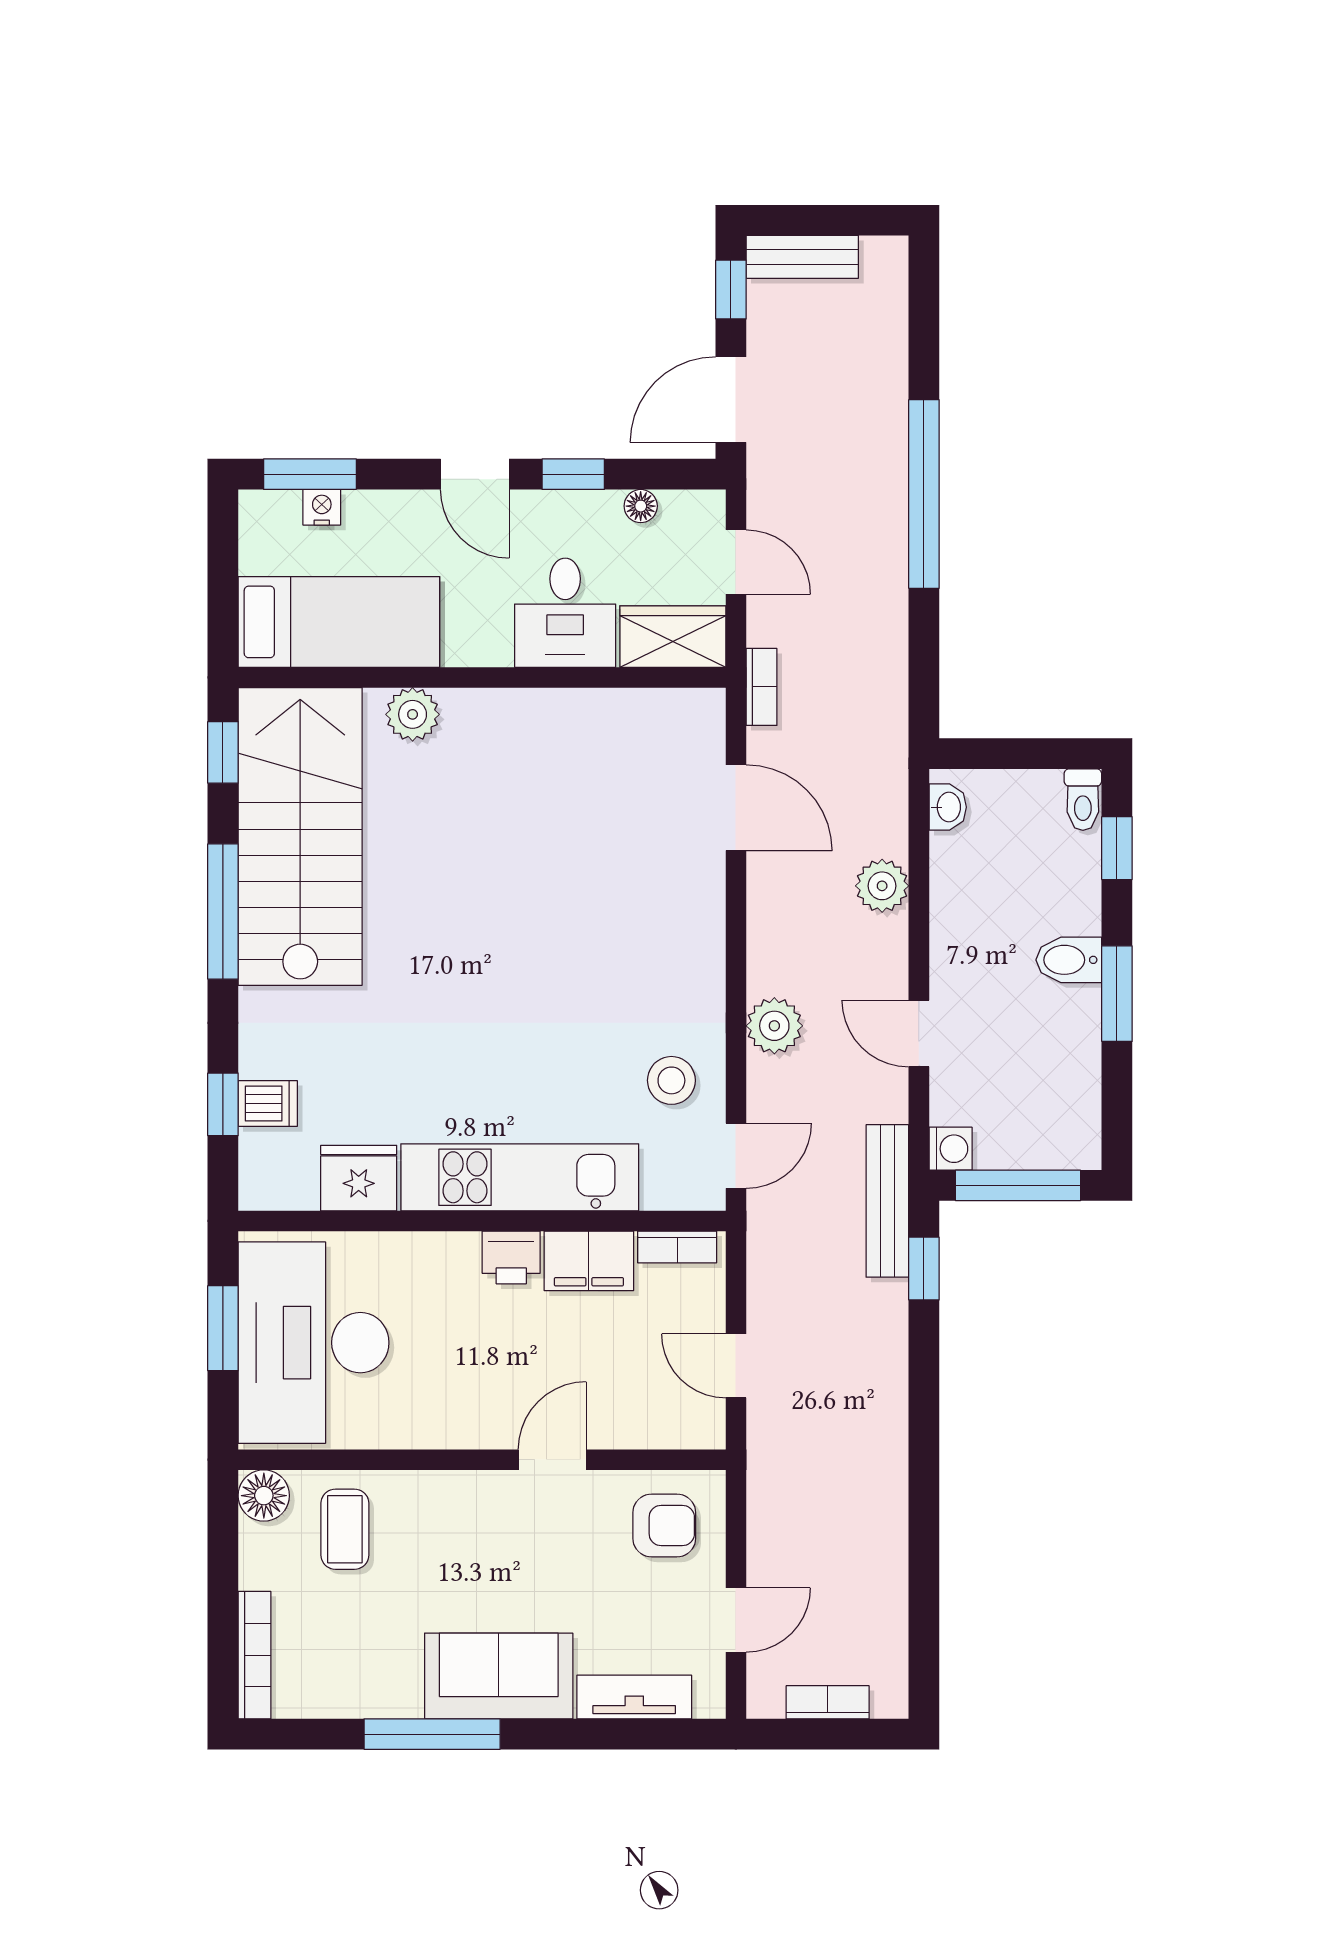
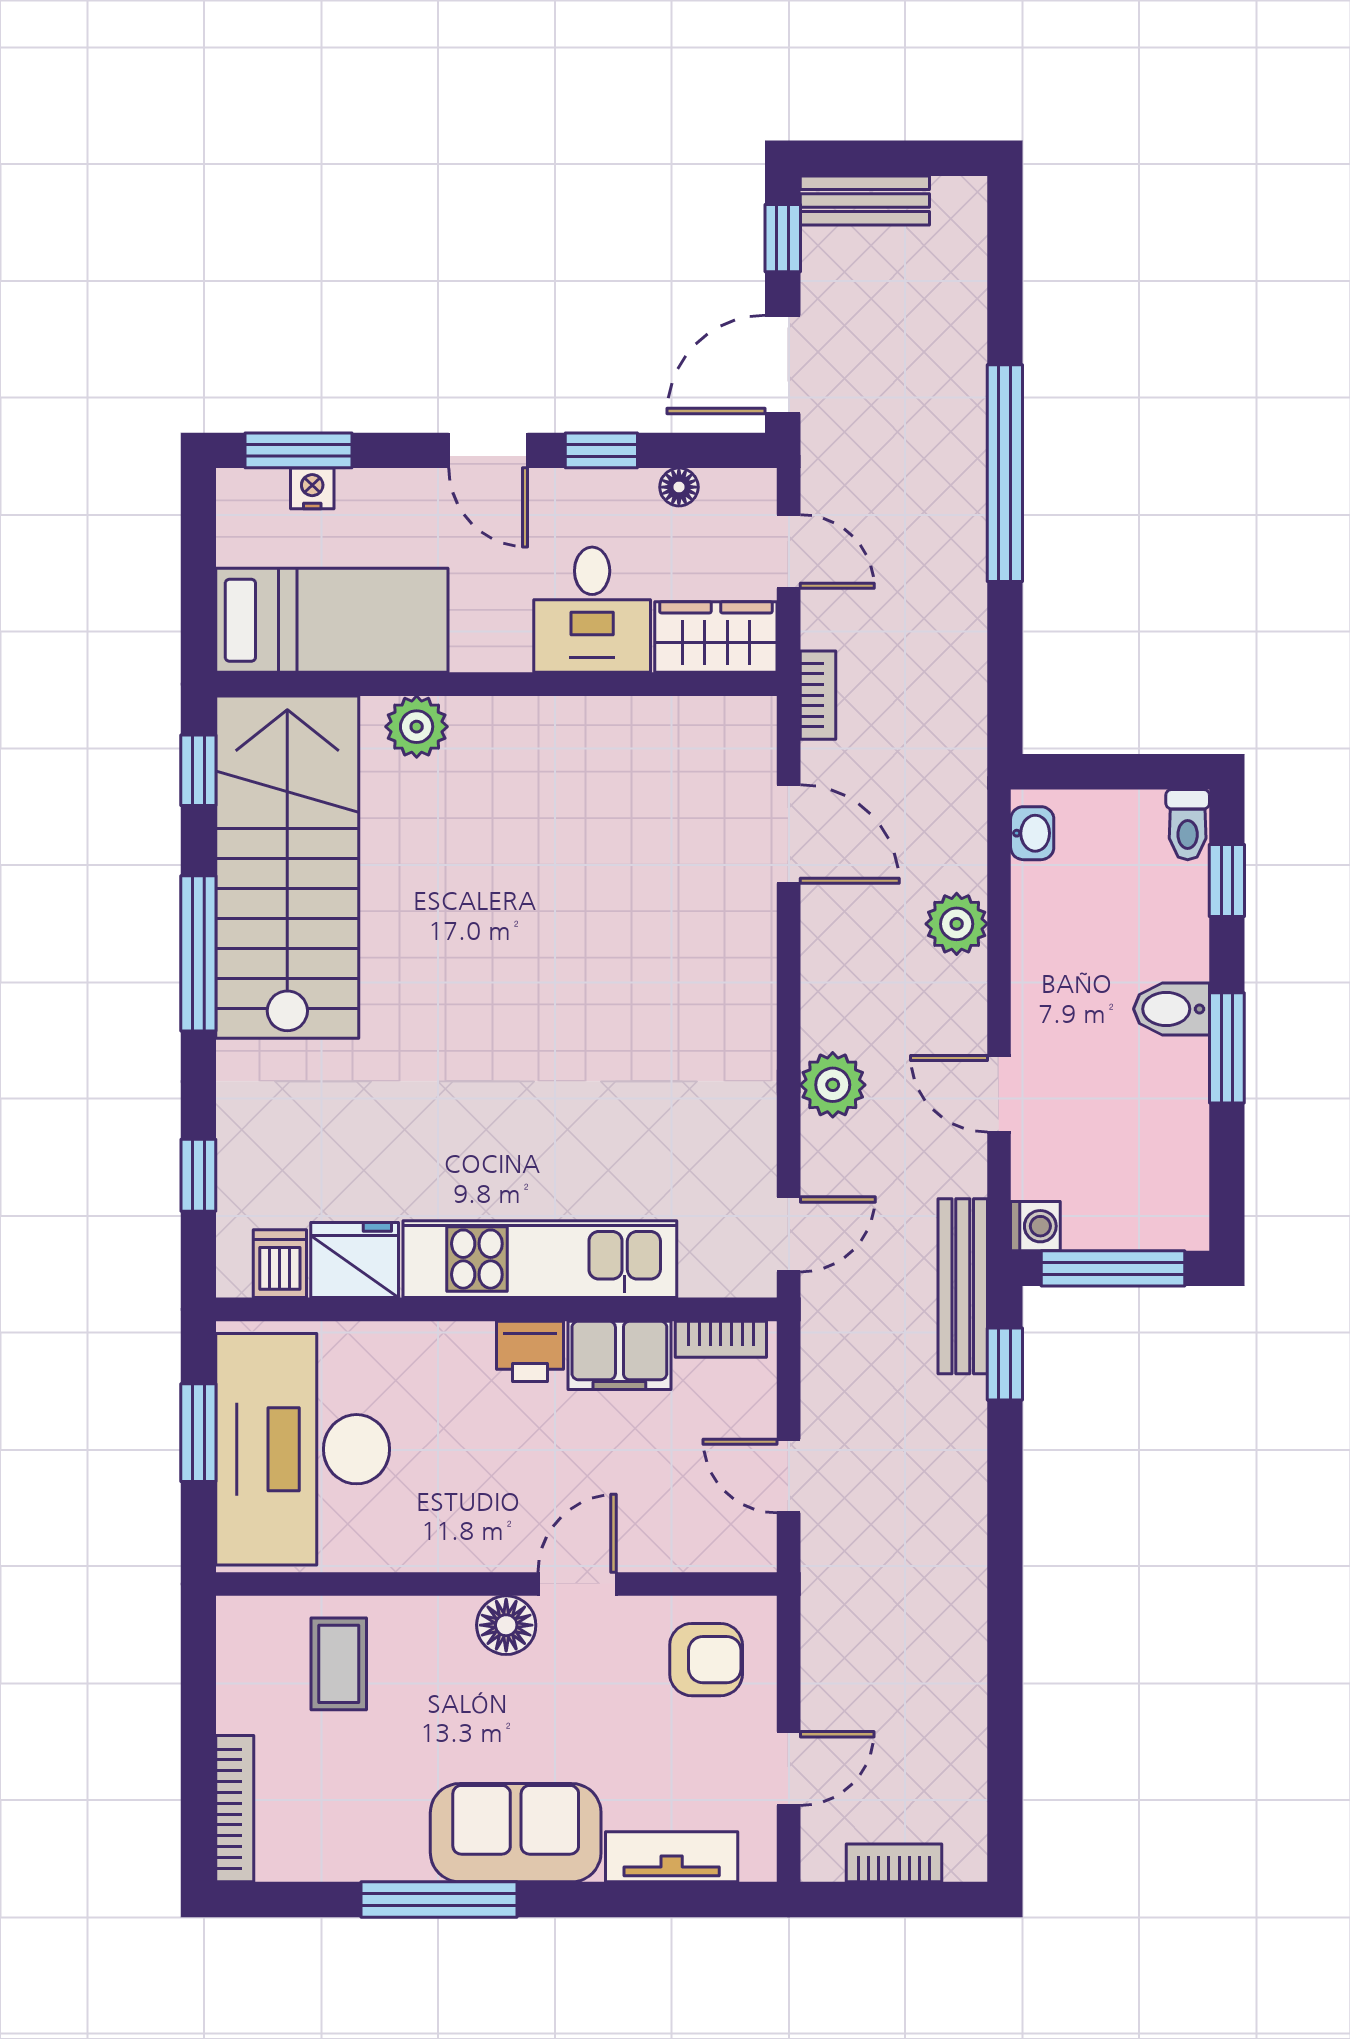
stool: (671, 1080) -> (714, 1148), removed
dishwasher: (268, 1103) -> (280, 1264), moved, turned -90
floor lamp: (264, 1496) -> (506, 1625), moved

